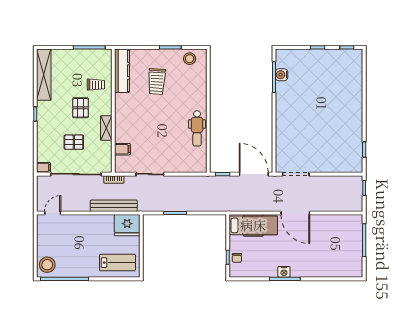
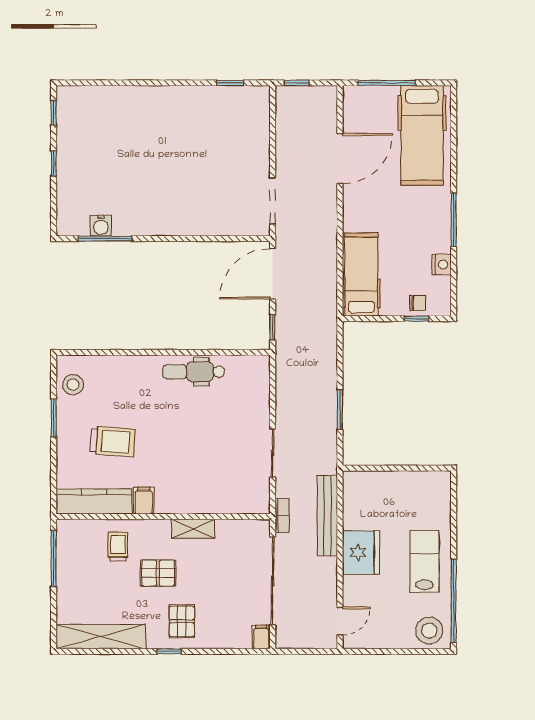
dental chair: (197, 128) -> (194, 372), turned 180
pallet: (74, 142) -> (182, 621), moved
filing cabinet: (122, 149) -> (144, 501), moved
door: (53, 213) -> (340, 621), swing flipped
door: (295, 213) -> (340, 159), moved
fridge: (127, 225) -> (361, 553), moved
hospital bed: (334, 261) -> (422, 135), added
lab bench: (117, 263) -> (425, 561), moved
nightstand: (284, 272) -> (442, 264), moved

